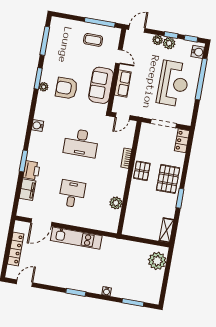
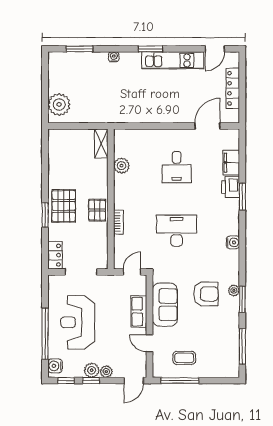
window: (180, 198) -> (45, 215), moved
shelving: (166, 230) -> (101, 144), moved
kitchen unit: (76, 238) -> (173, 60), moved, turned 180

